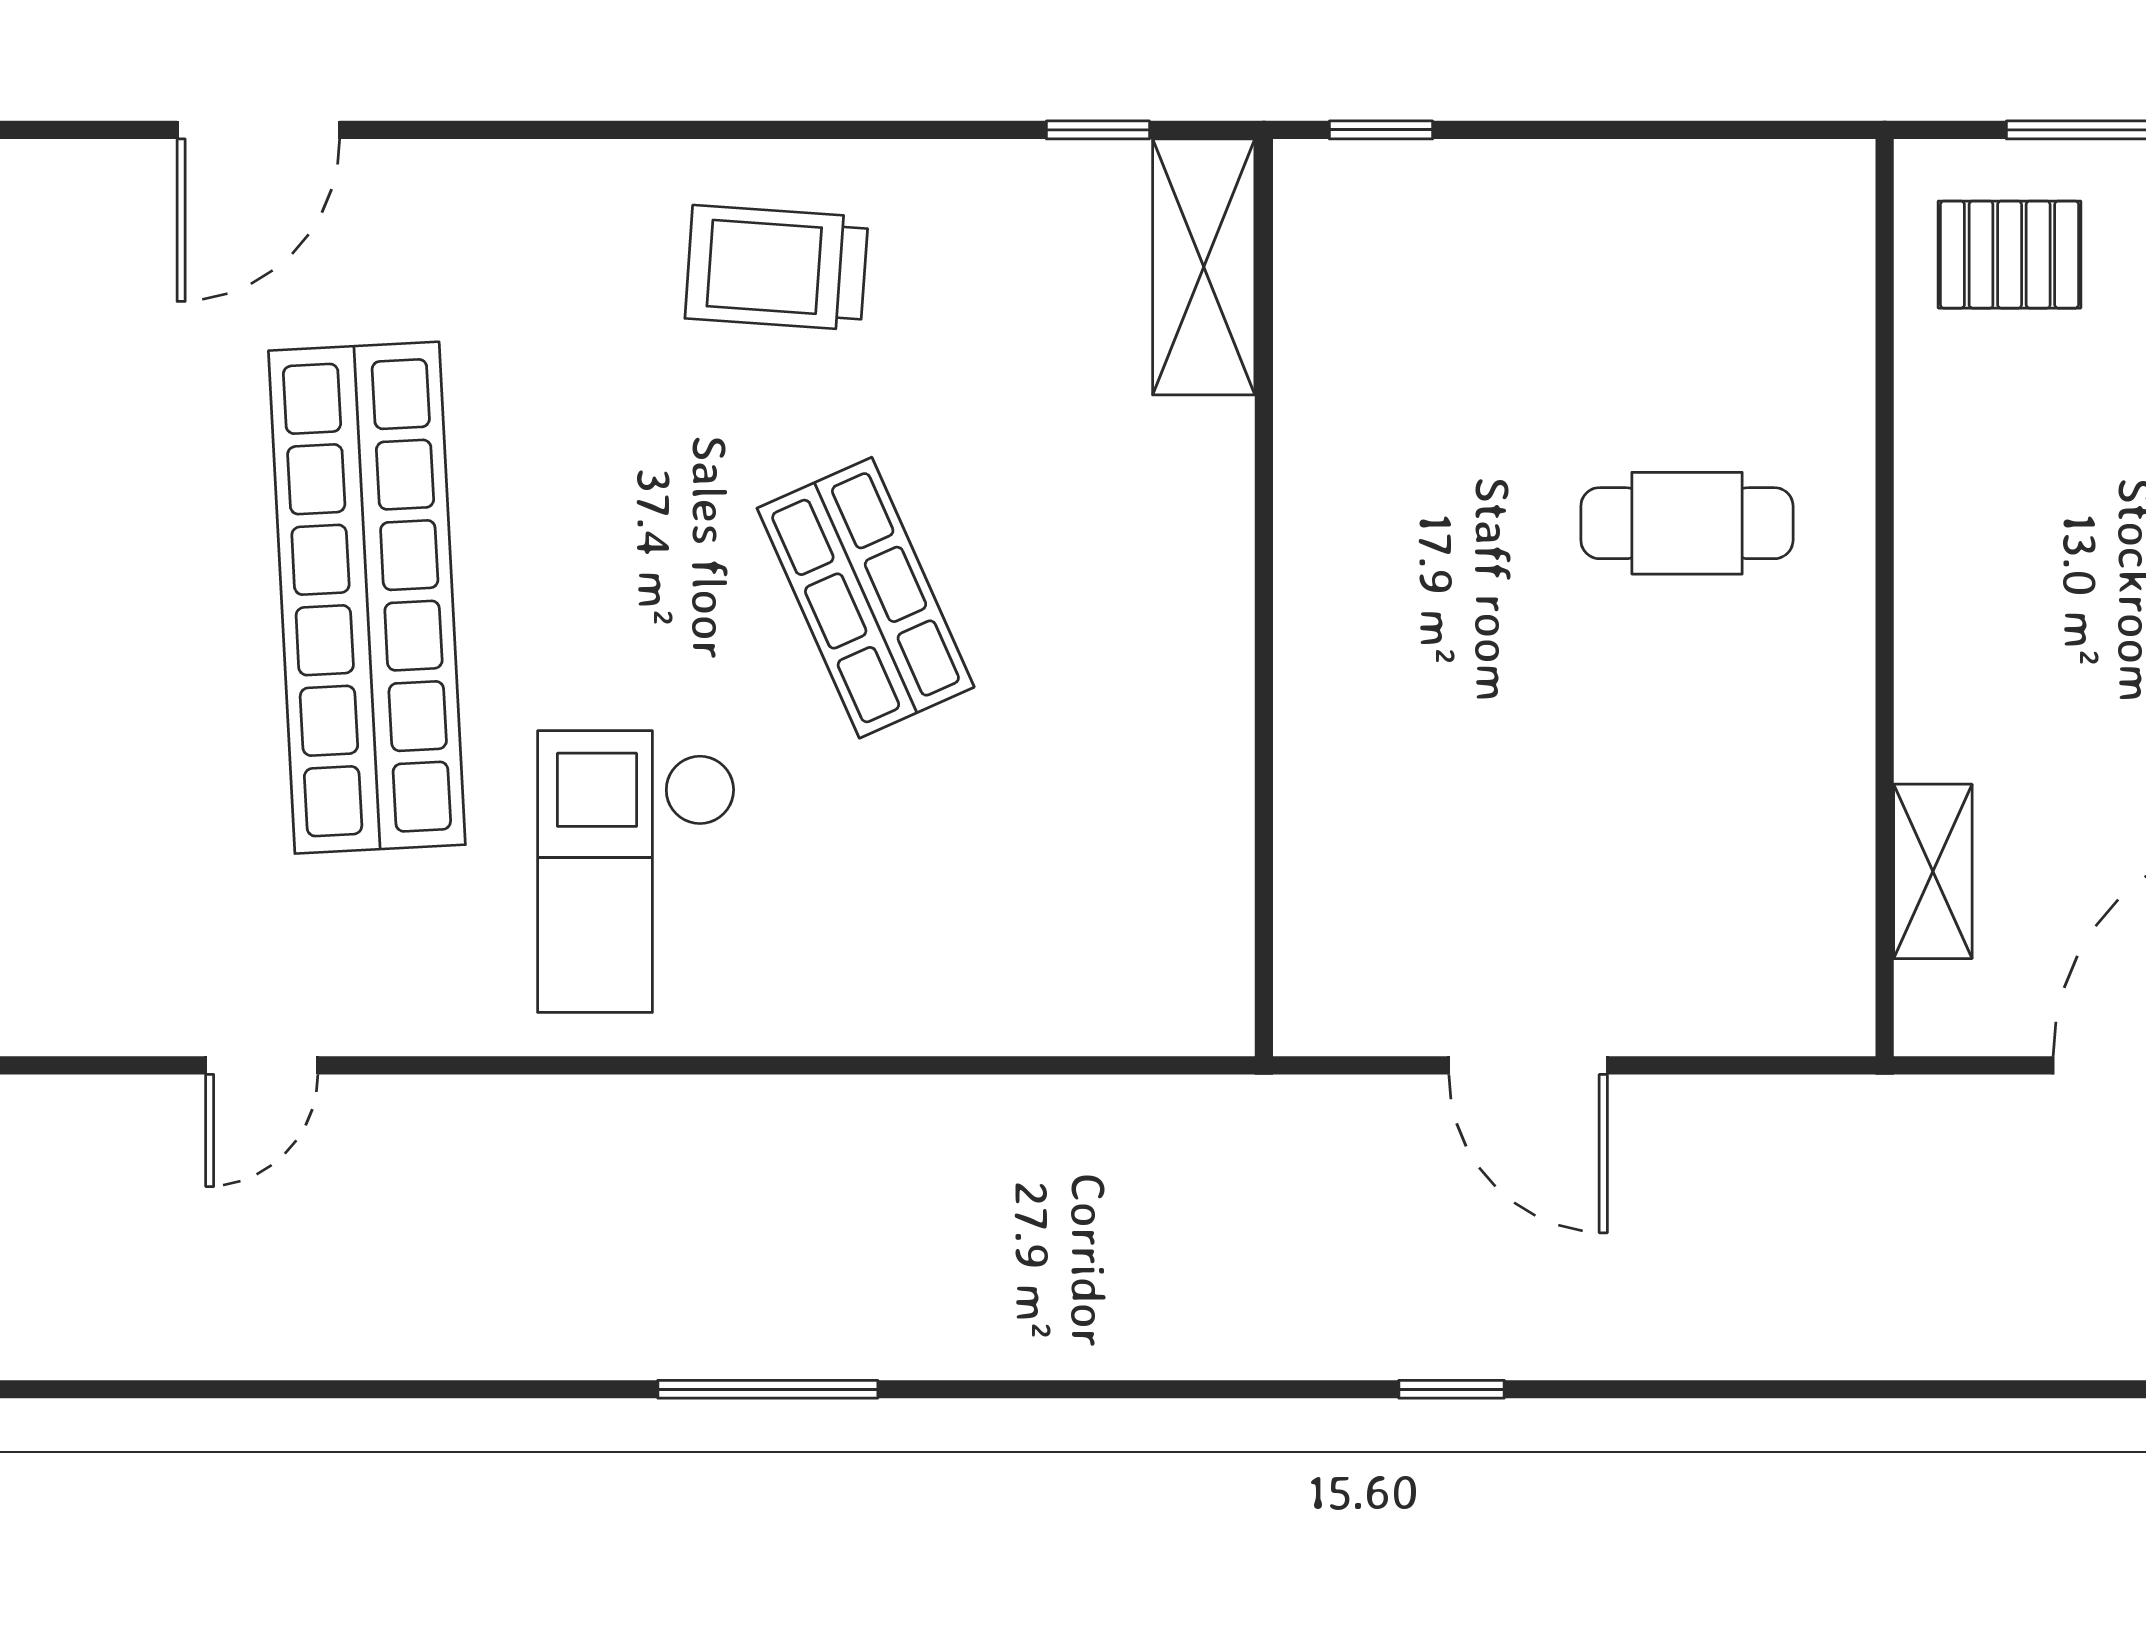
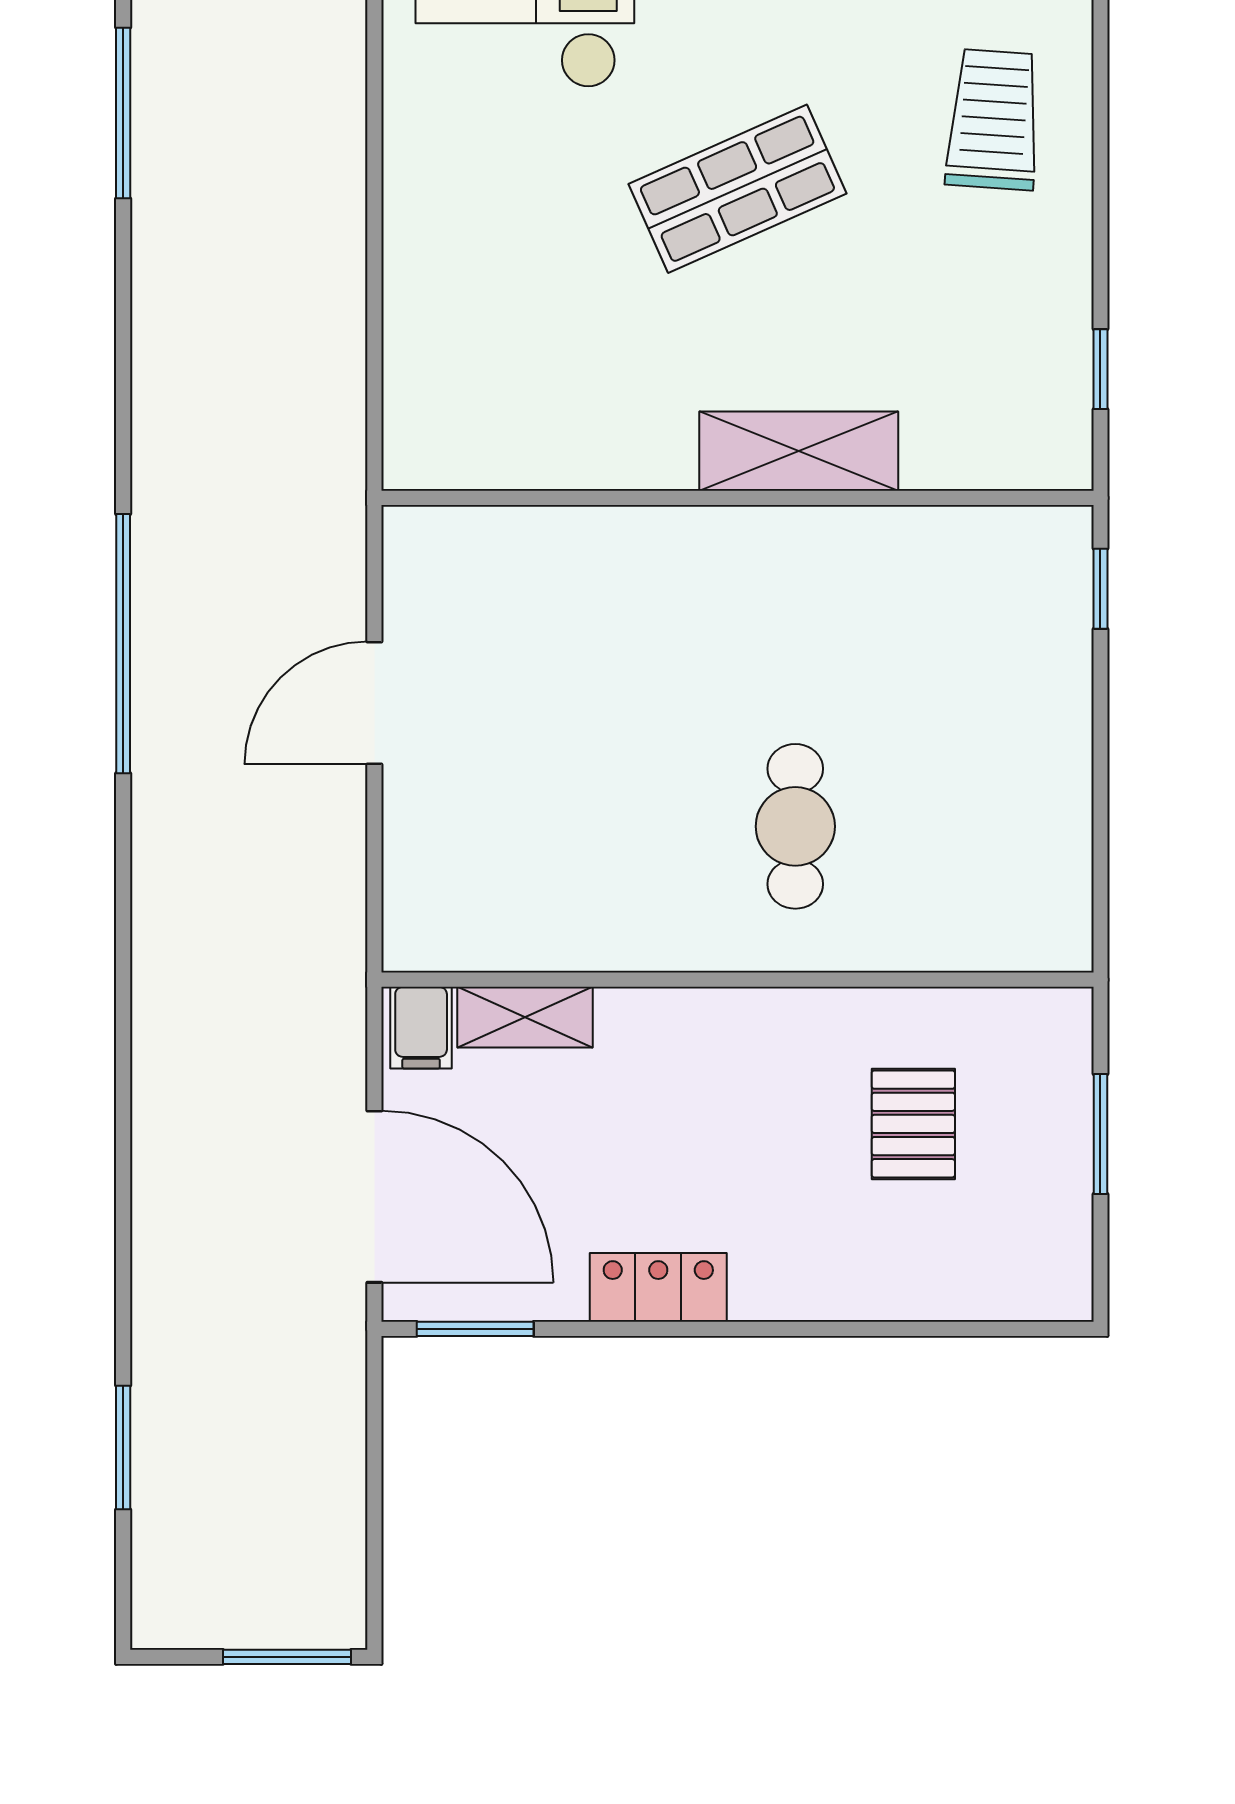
pallet: (2010, 255) -> (913, 1124), moved
shelving: (1204, 267) -> (799, 451), moved
filing cabinet: (1946, 1005) -> (421, 1028), added
window: (1452, 1389) -> (123, 644), width x3.17

